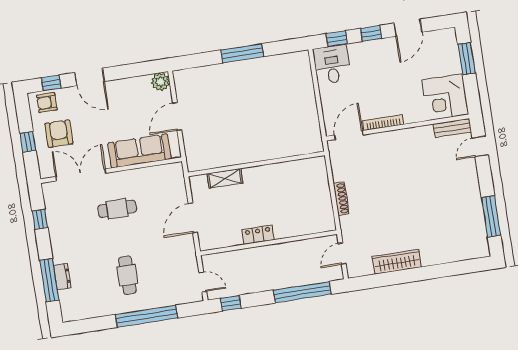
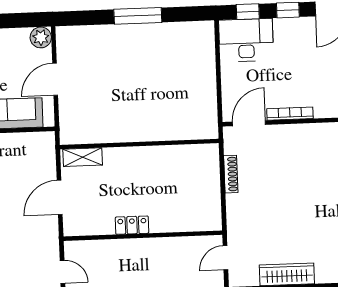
desk: (332, 64) -> (246, 40), width x1.37
shelving: (225, 178) -> (83, 157), moved
shoe rack: (341, 199) -> (231, 174), moved

